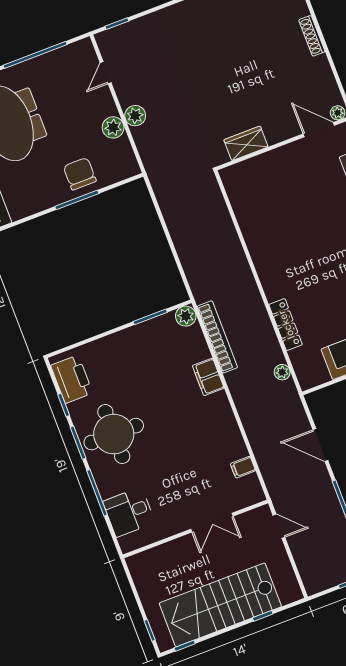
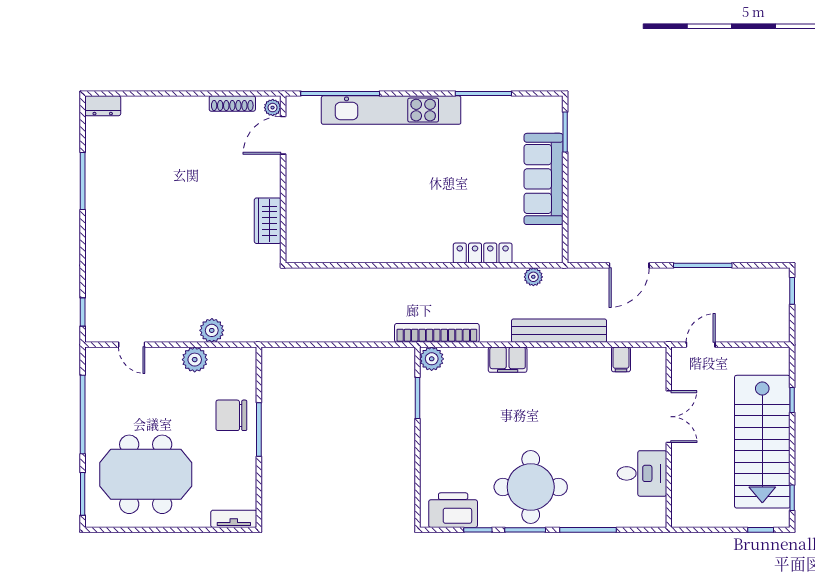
shoe rack: (312, 36) -> (232, 104), moved
plant: (135, 116) -> (212, 330), moved
bookcase: (217, 337) -> (437, 333), moved
bench: (247, 409) -> (559, 331), added
desk: (129, 512) -> (642, 473), moved, turned -90

